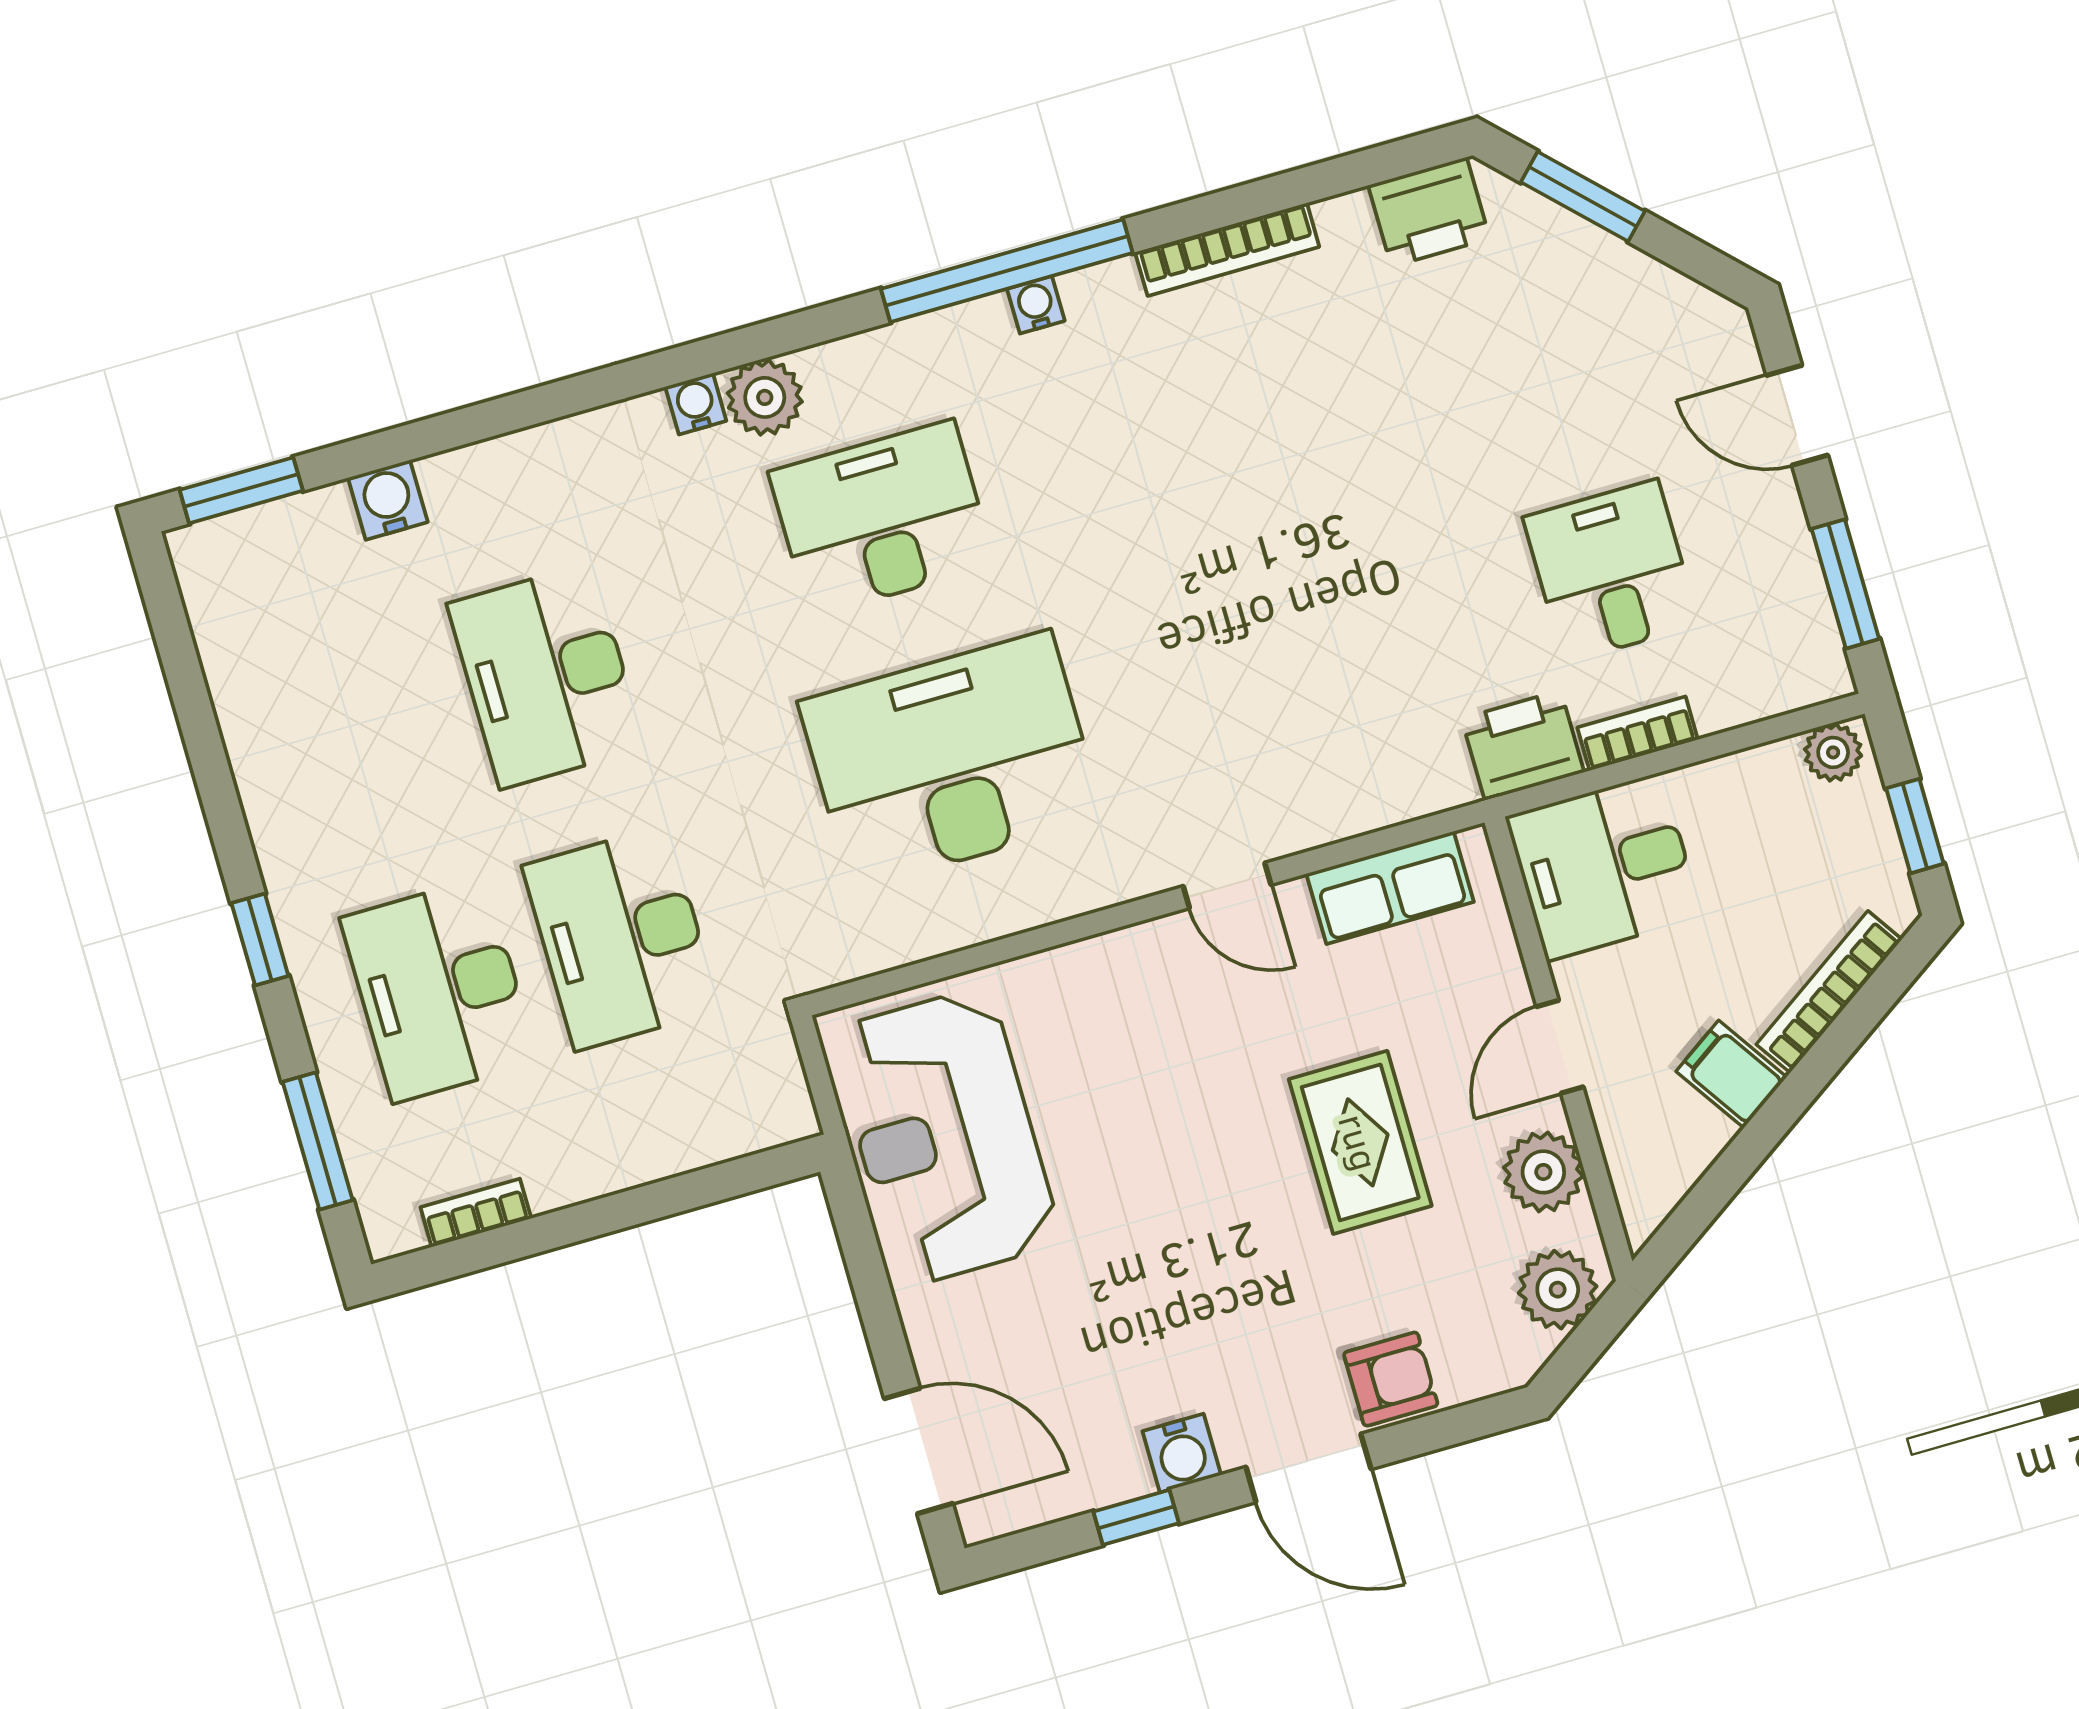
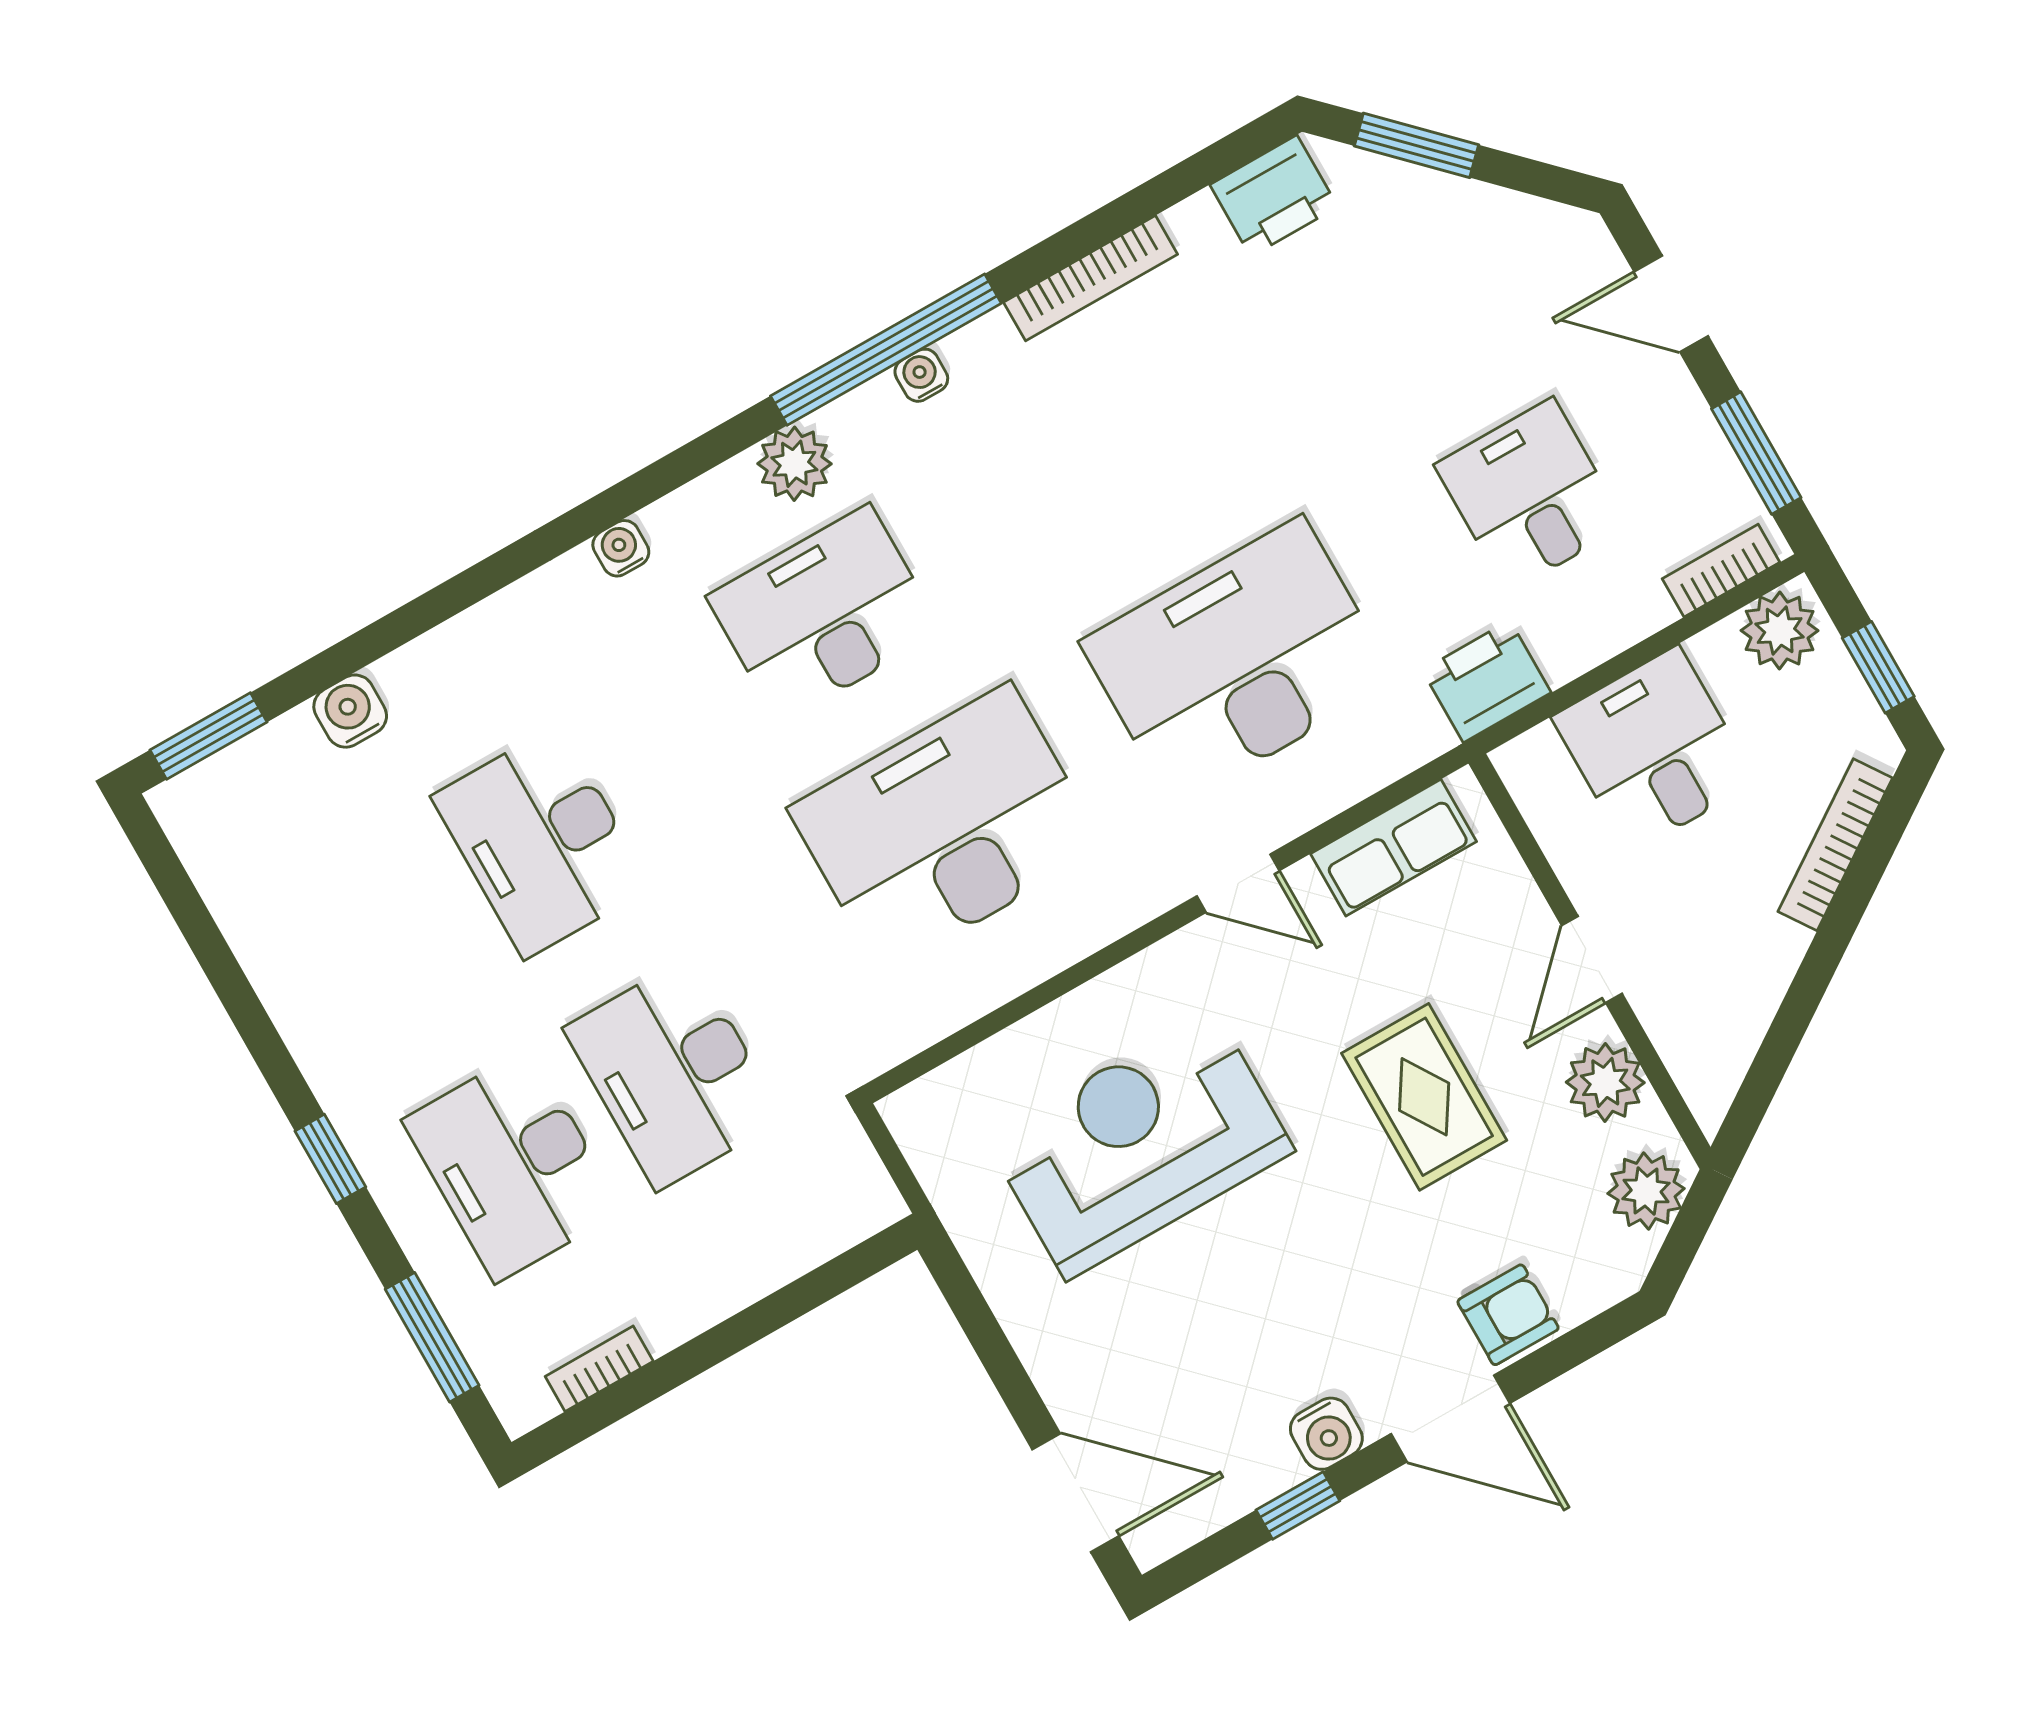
plant: (765, 397) -> (794, 464), moved
desk: (1281, 666) -> (1238, 662), added
bookcase: (1638, 734) -> (1721, 571), moved
plant: (1833, 752) -> (1780, 630), width x1.38, depth x1.38
desk: (1604, 867) -> (1654, 750), moved, turned 90
filing cabinet: (1731, 1074) -> (1761, 946), removed
reception desk: (945, 1137) -> (1140, 1144), moved, turned 90

